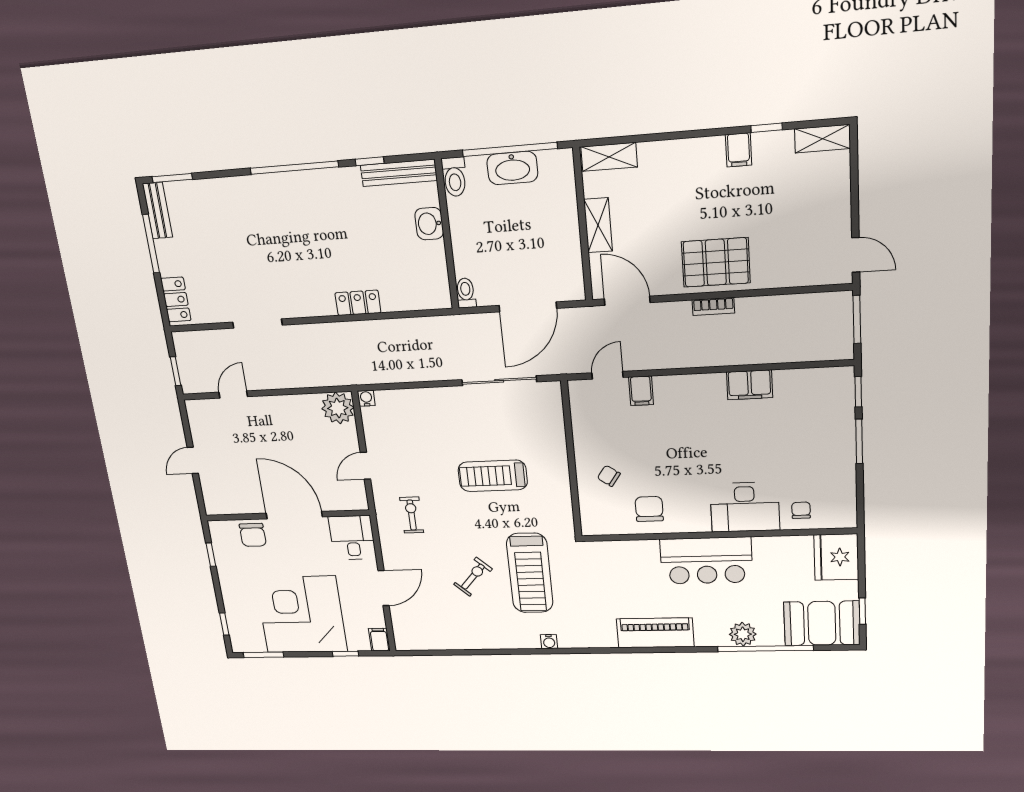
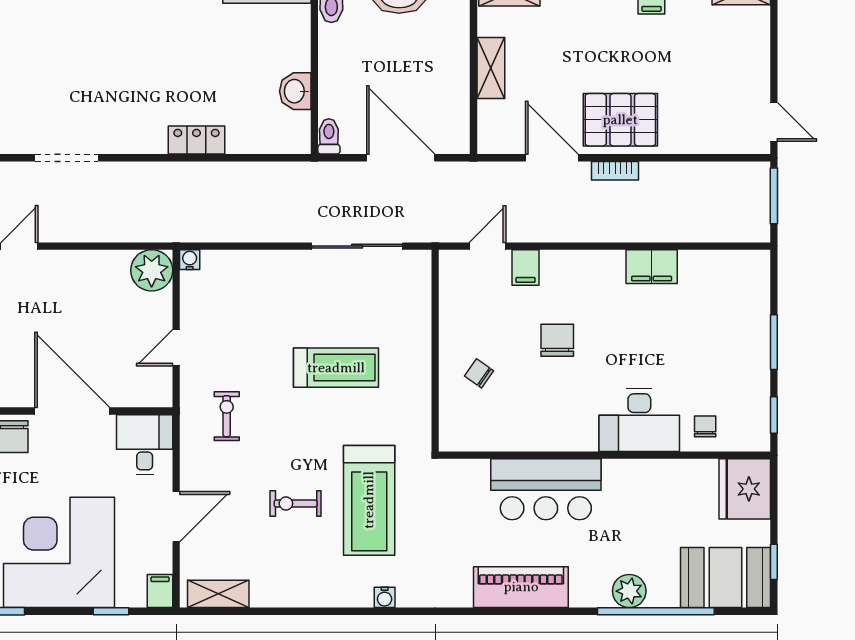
washbasin: (429, 224) -> (295, 91), moved
door: (627, 301) -> (552, 158), moved
door: (528, 307) -> (401, 158), swing flipped
window: (858, 392) -> (774, 415), moved
treadmill: (493, 476) -> (336, 368), turned 180
chair: (649, 509) -> (557, 340), moved
bar counter: (706, 561) -> (546, 489), moved
exercise bike: (473, 577) -> (296, 504), turned -132
shelving: (423, 641) -> (218, 594), added

